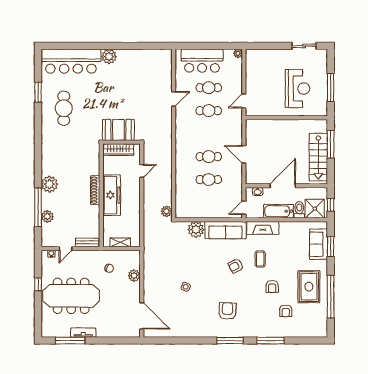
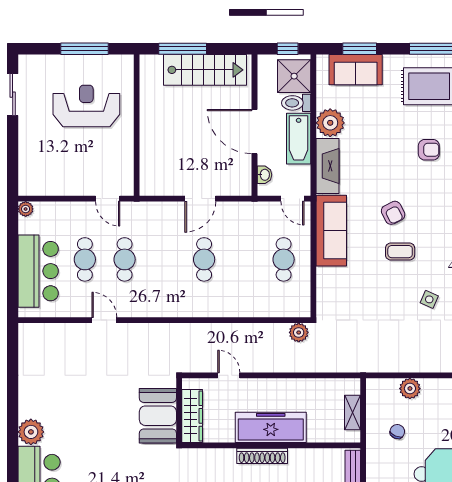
cafe table: (209, 180) -> (284, 259), moved
plant: (196, 230) -> (330, 123), moved
coffee table: (260, 259) -> (400, 252), moved

